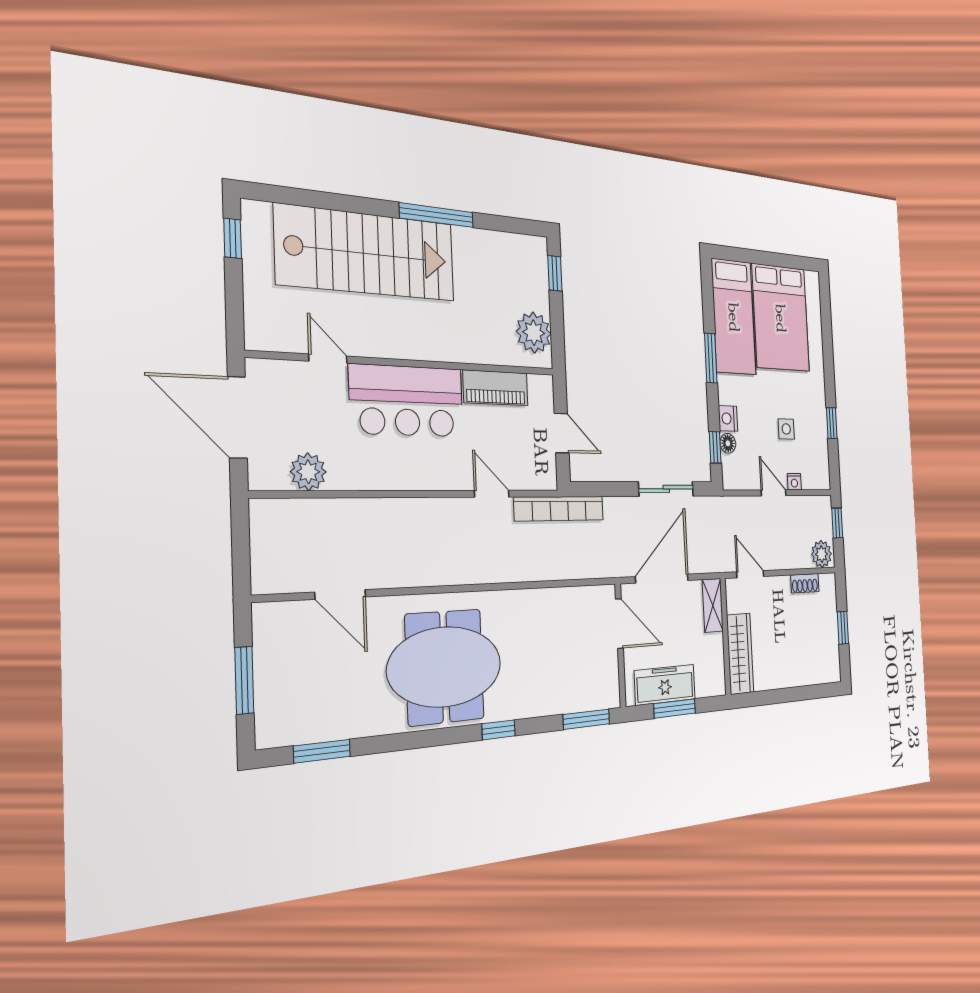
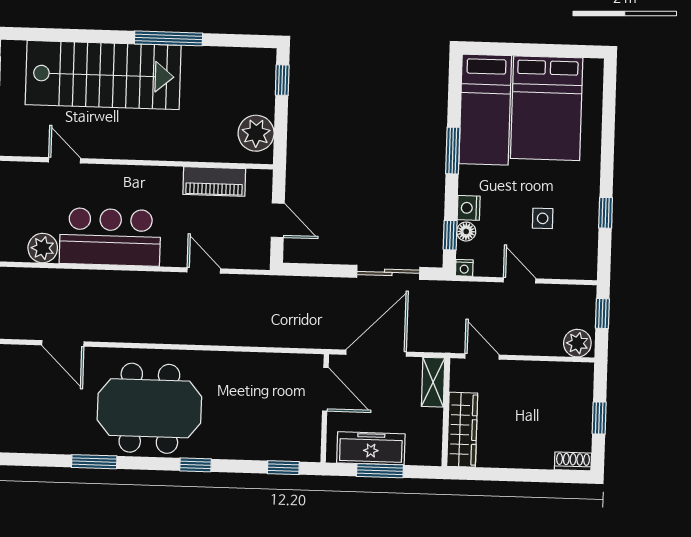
bar counter: (407, 401) -> (110, 237), moved, turned 180
nightstand: (794, 482) -> (464, 268), moved
bookcase: (559, 509) -> (270, 285), removed
shoe rack: (805, 583) -> (573, 461), moved, turned 180
window: (586, 719) -> (283, 468), width x0.67
window: (322, 751) -> (94, 462), moved

